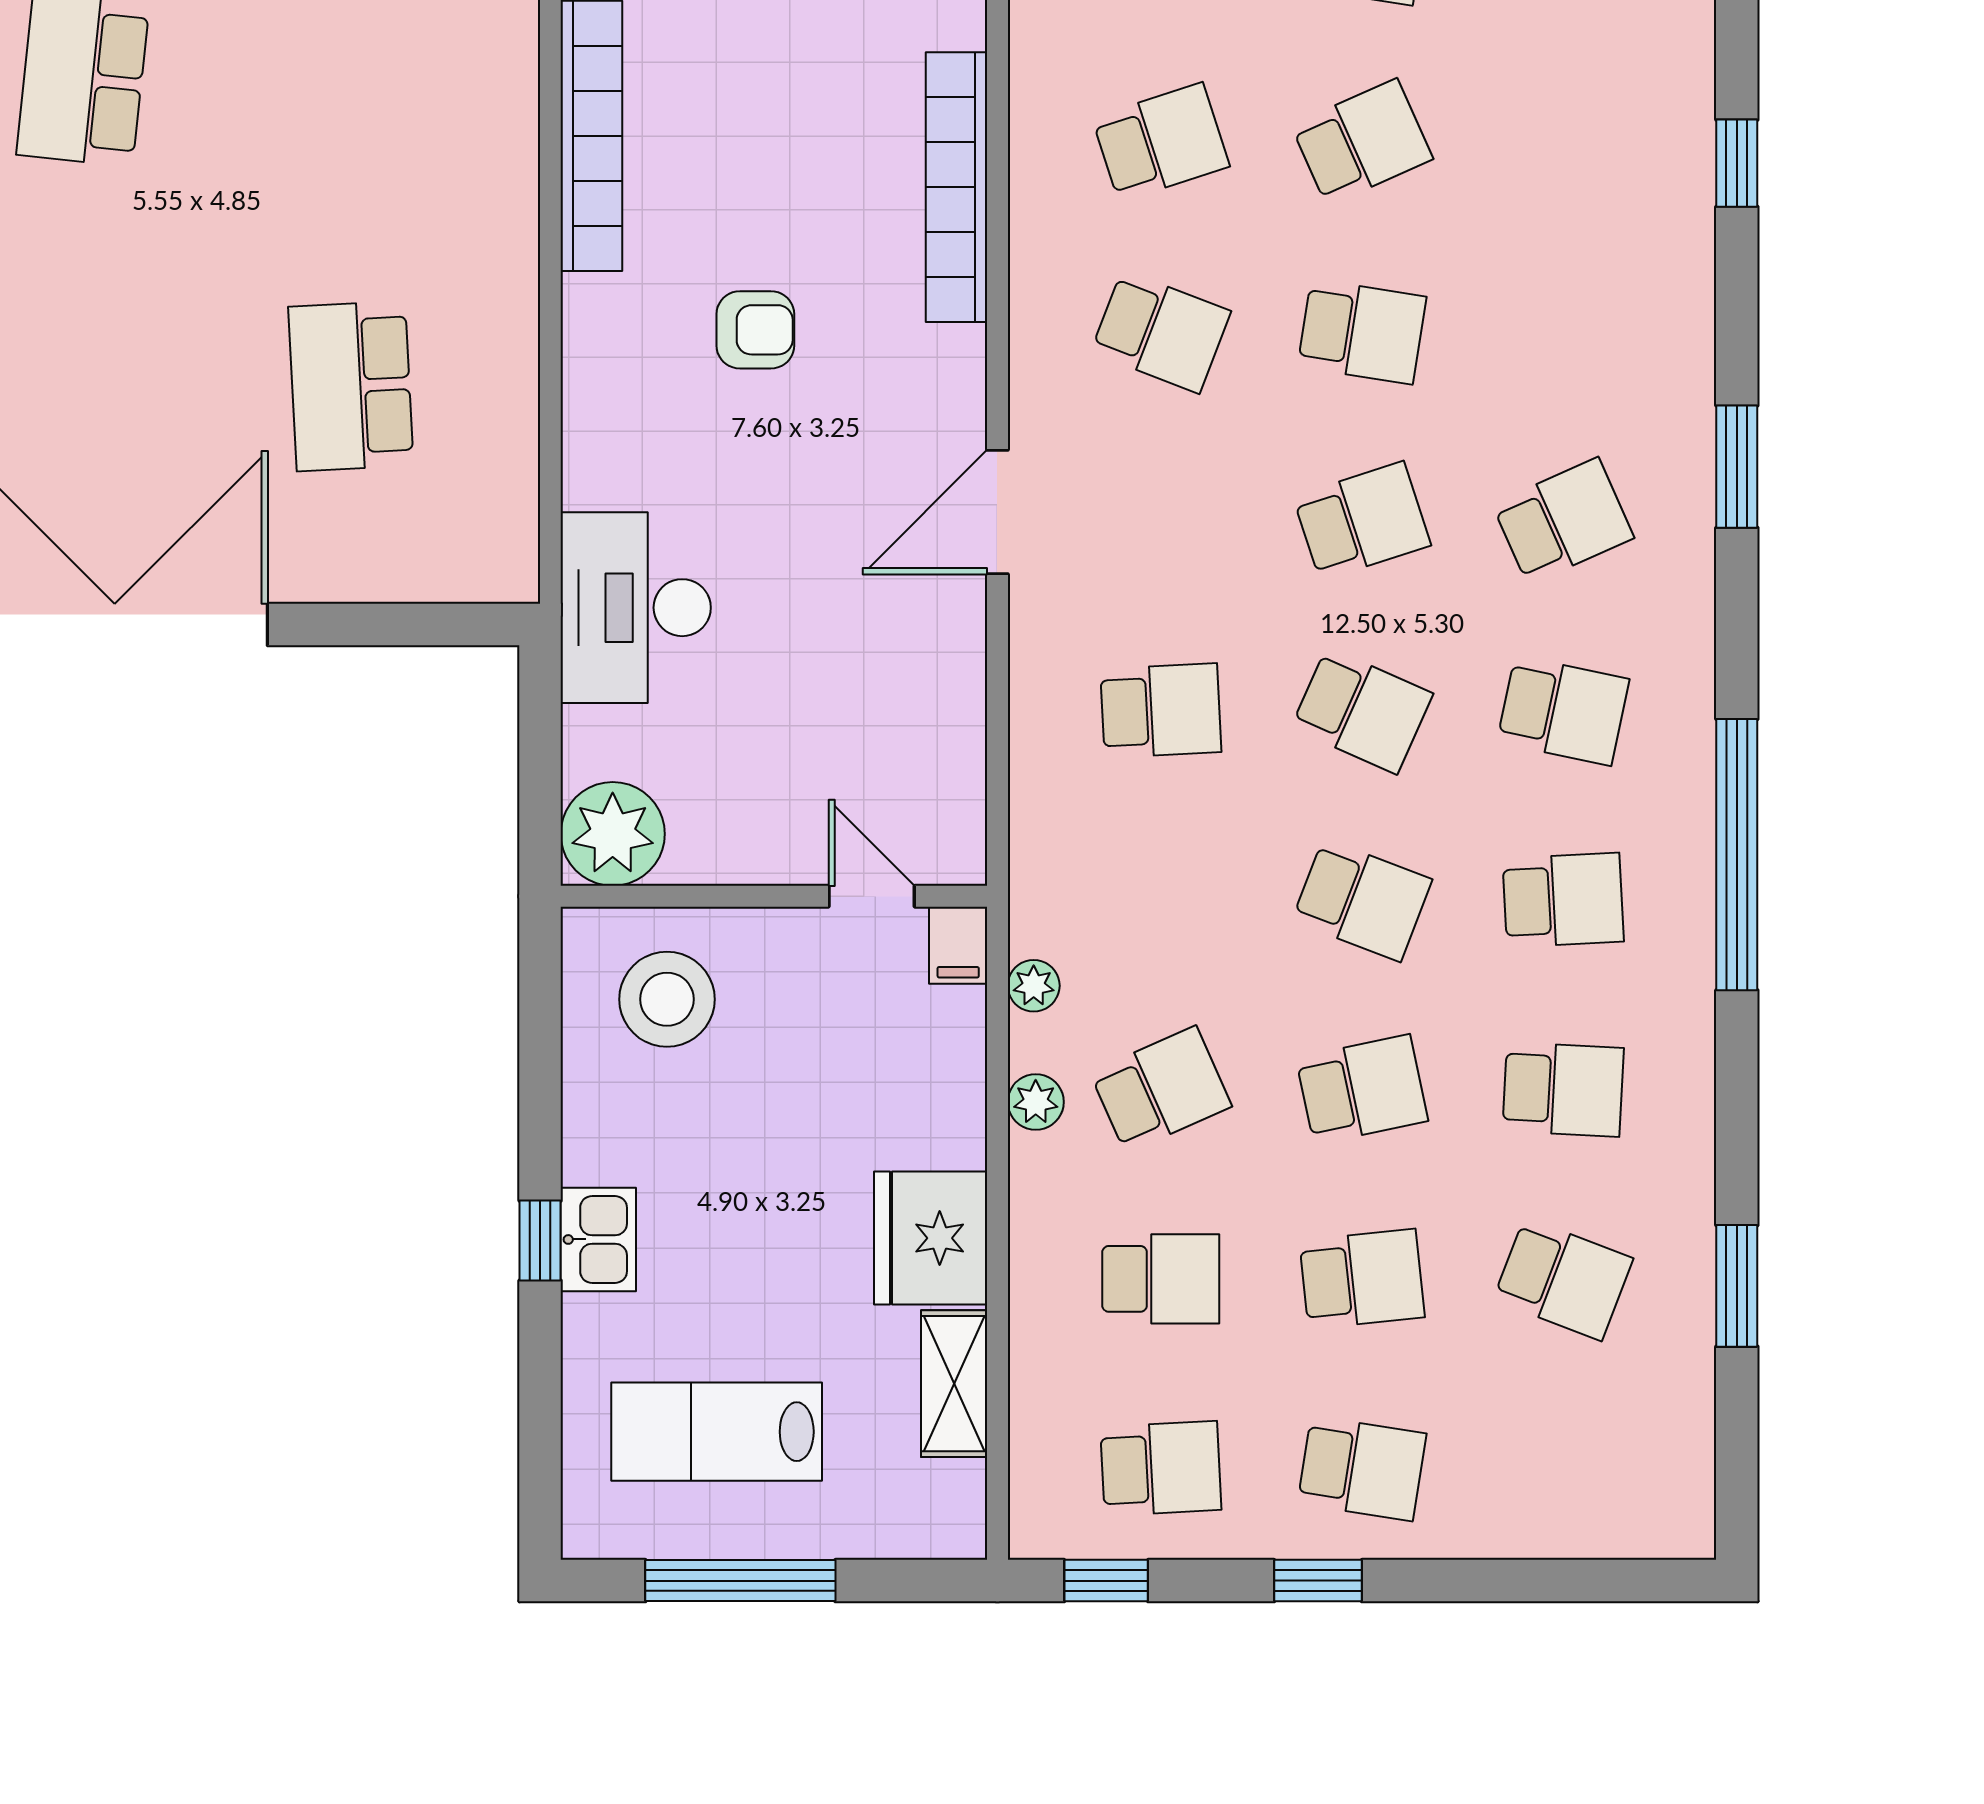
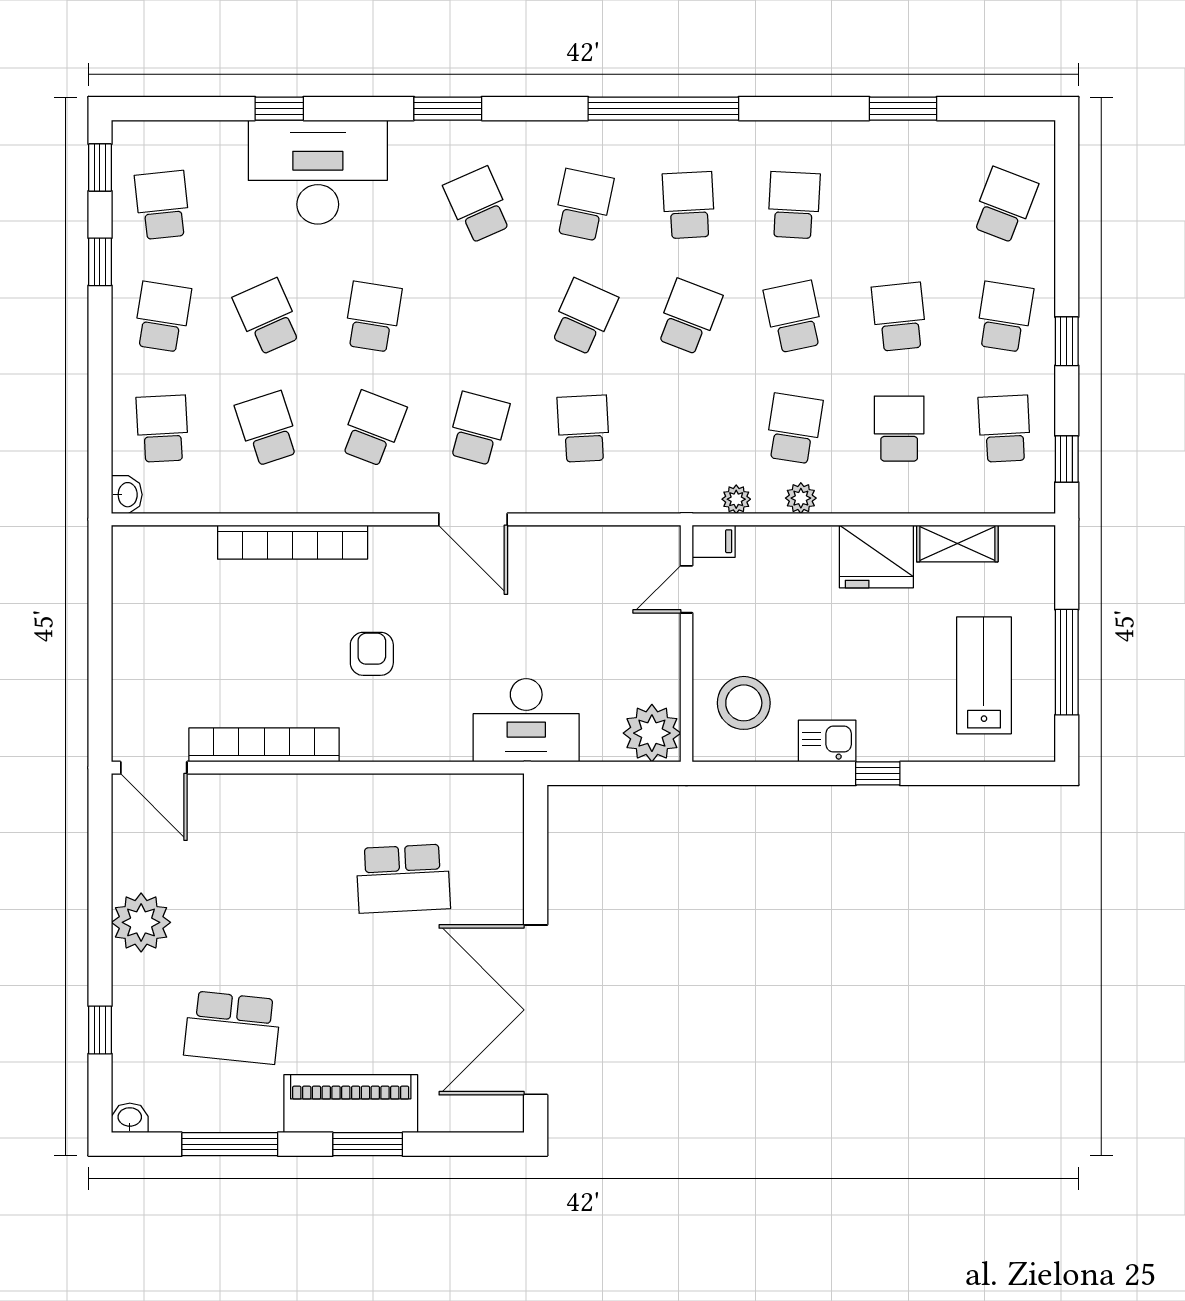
desk: (1622, 233) -> (318, 172), added
school desk: (1362, 521) -> (478, 429), moved, turned 33
school desk: (1161, 1089) -> (794, 429), turned 33
kitchen sink: (598, 1239) -> (827, 741), moved
school desk: (1563, 1279) -> (1004, 205), moved
lab bench: (717, 1432) -> (984, 675), turned 180

